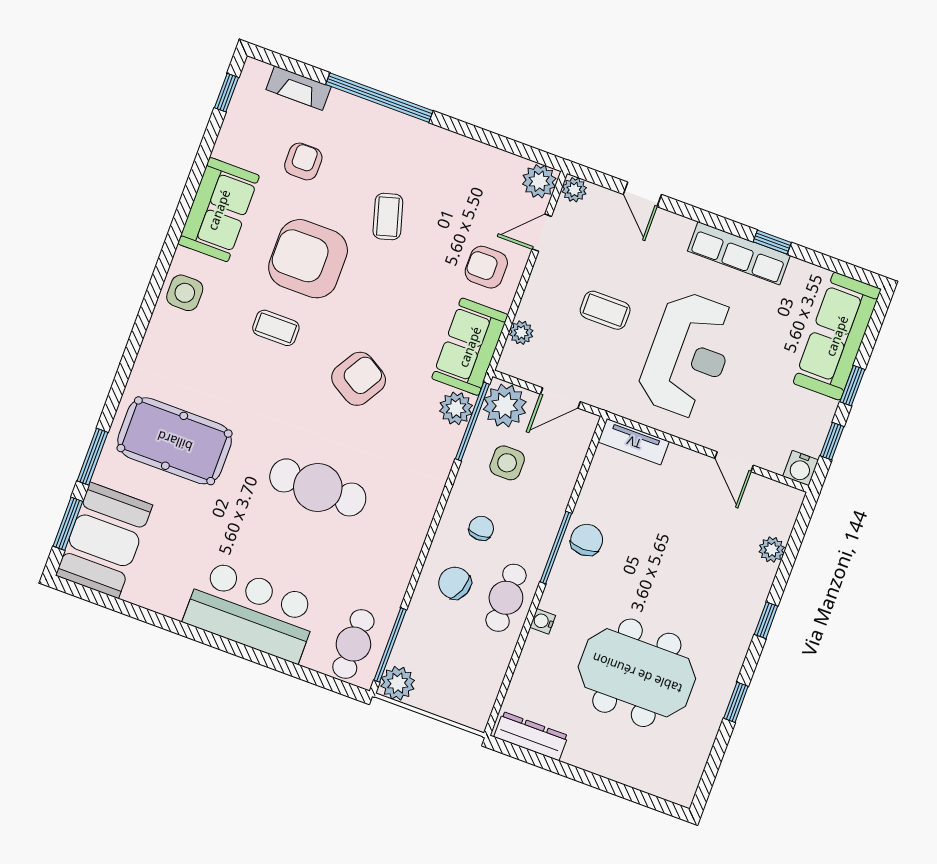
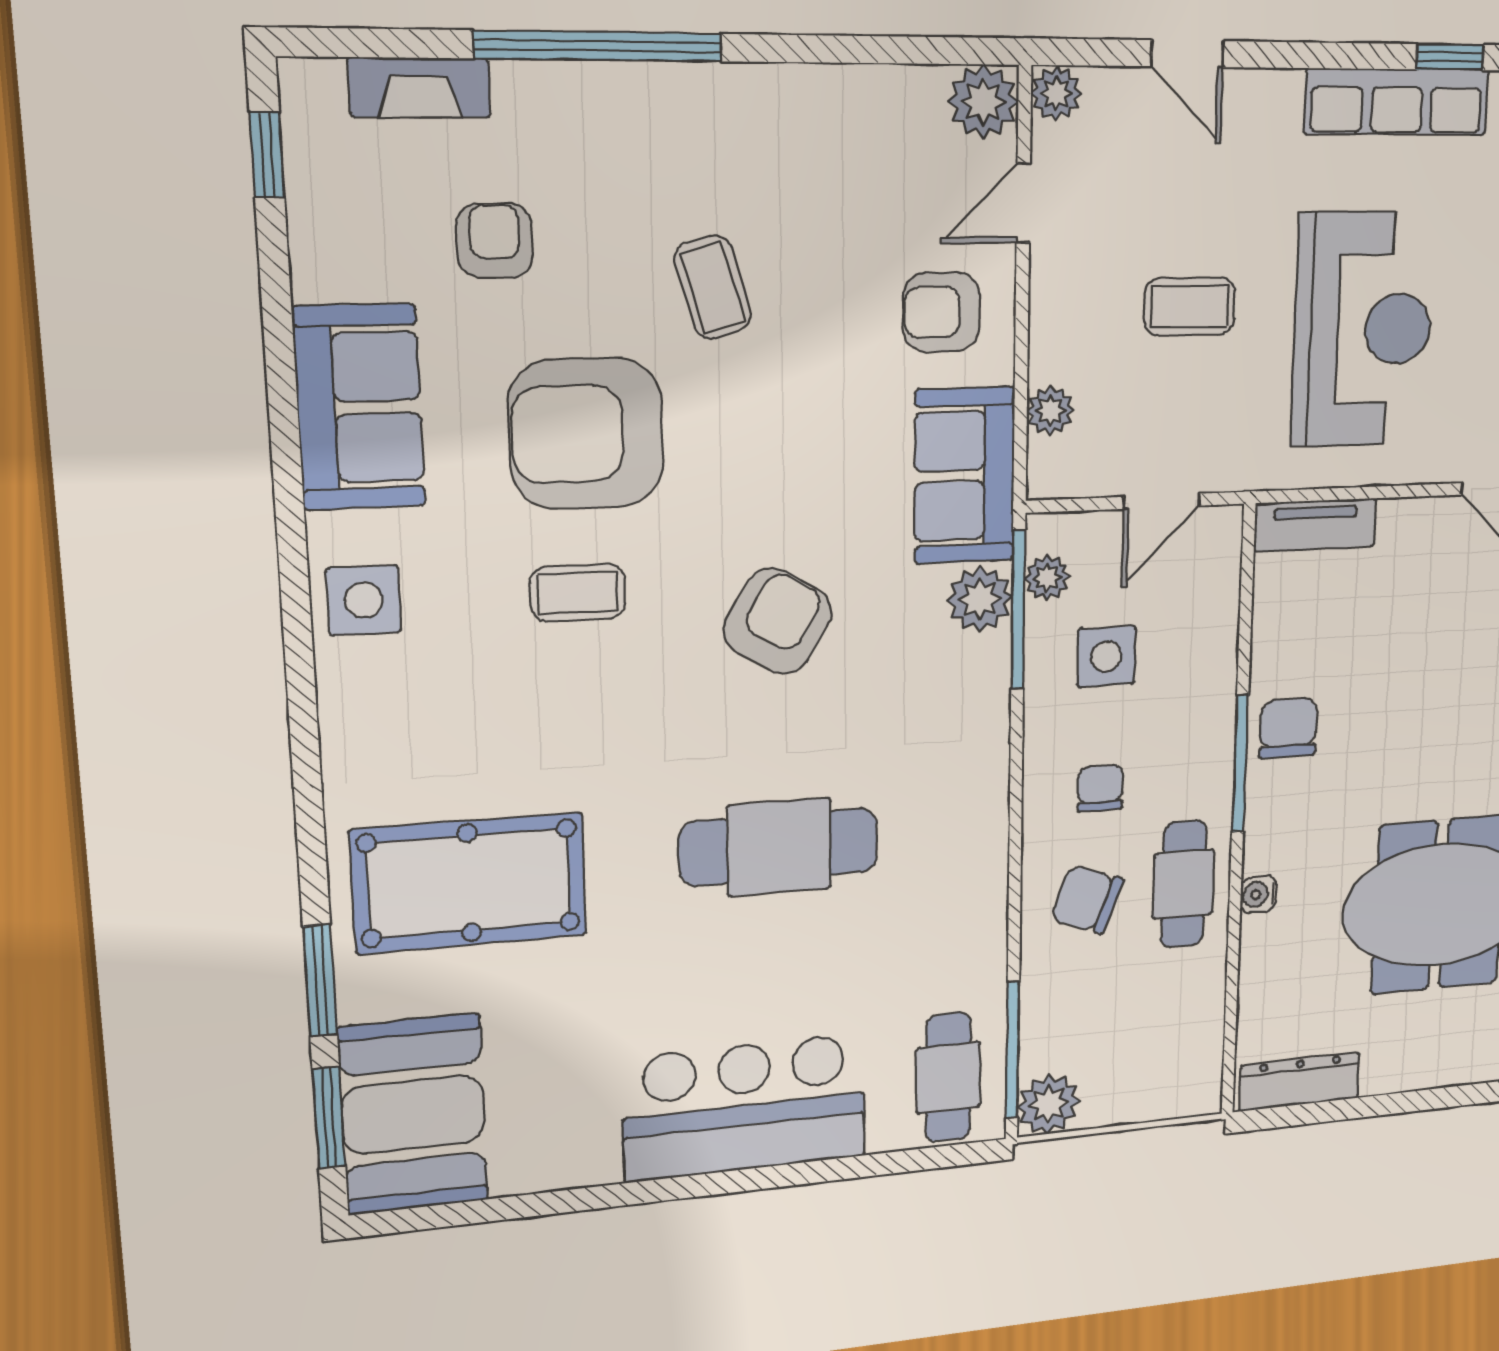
plant: (505, 406) -> (1047, 578), width x0.53, depth x0.53

